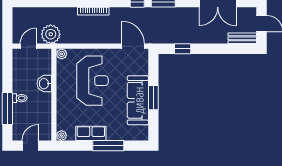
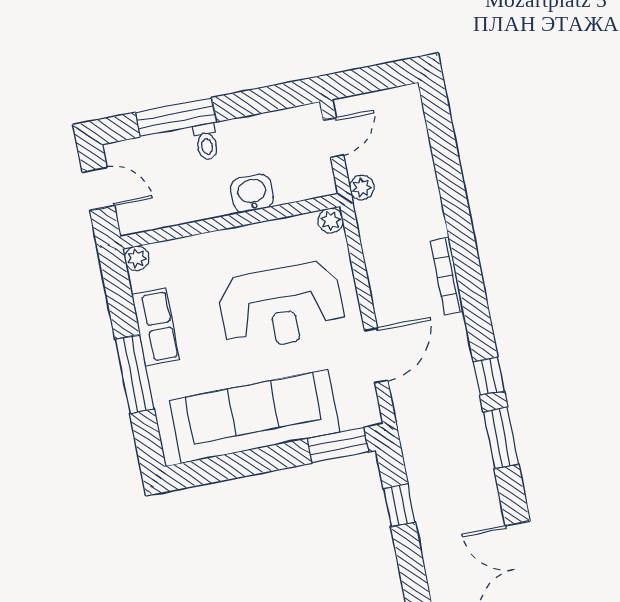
plant: (51, 34) -> (362, 188), width x0.53, depth x0.53
door: (28, 46) -> (333, 138), hinge flipped
door: (133, 46) -> (376, 355), moved
window: (153, 98) -> (338, 445), moved
sofa: (138, 100) -> (255, 416), width x1.36, depth x1.27

